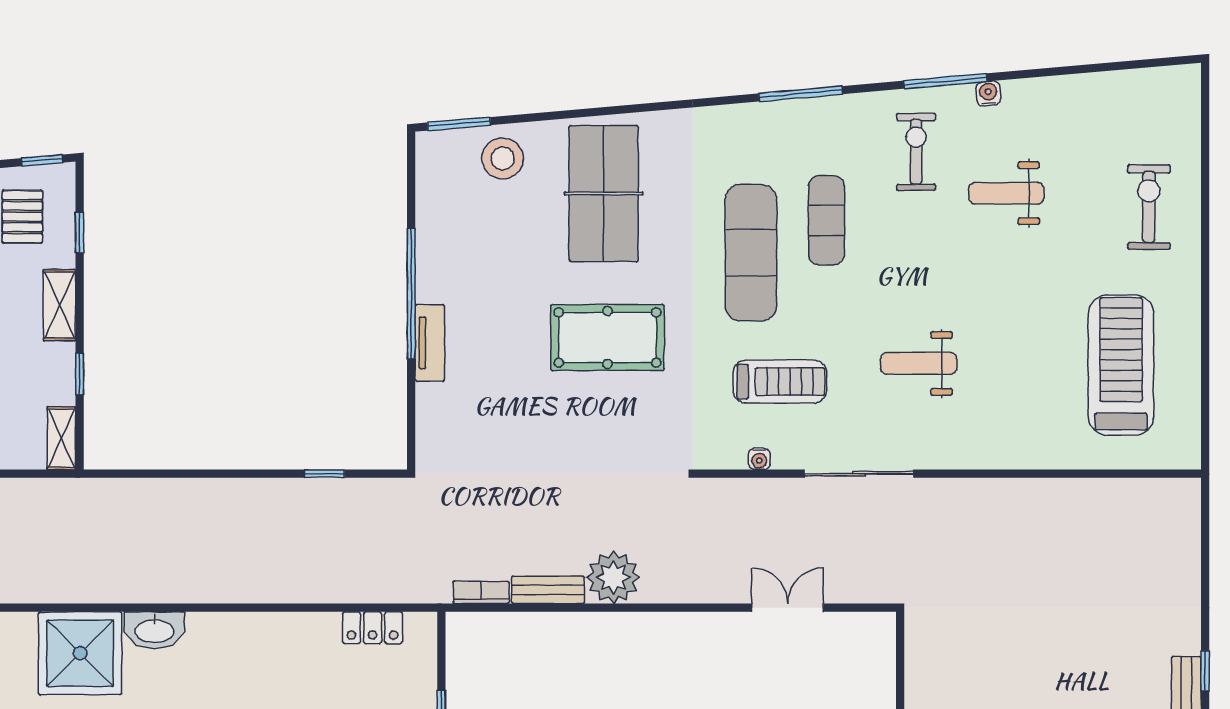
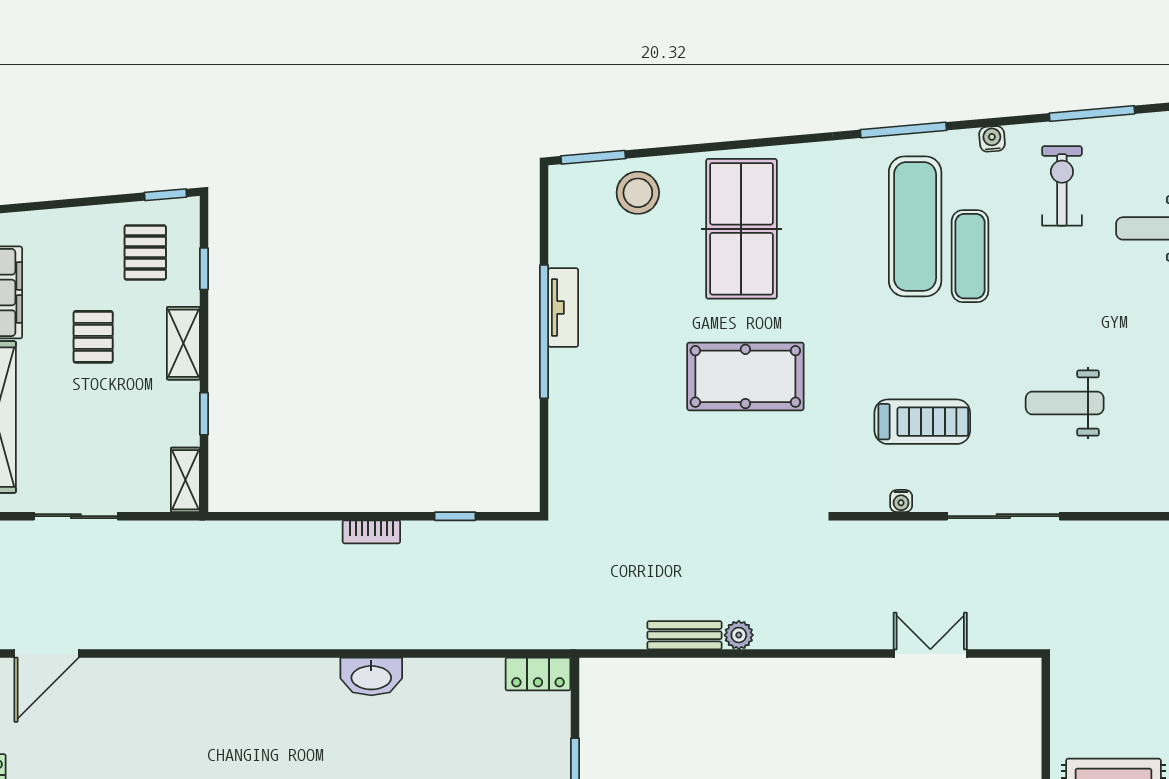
window: (801, 94) -> (903, 130), moved
water cooler: (988, 94) -> (992, 139), moved
exercise mat: (751, 253) -> (915, 226), moved
tv unit: (430, 343) -> (563, 308), moved
plant: (613, 577) -> (739, 635), width x0.53, depth x0.53
bookcase: (481, 592) -> (371, 532), moved, turned 180
locker: (372, 628) -> (538, 674), moved
washbasin: (154, 630) -> (371, 677), moved
shower: (80, 653) -> (205, 700), removed

